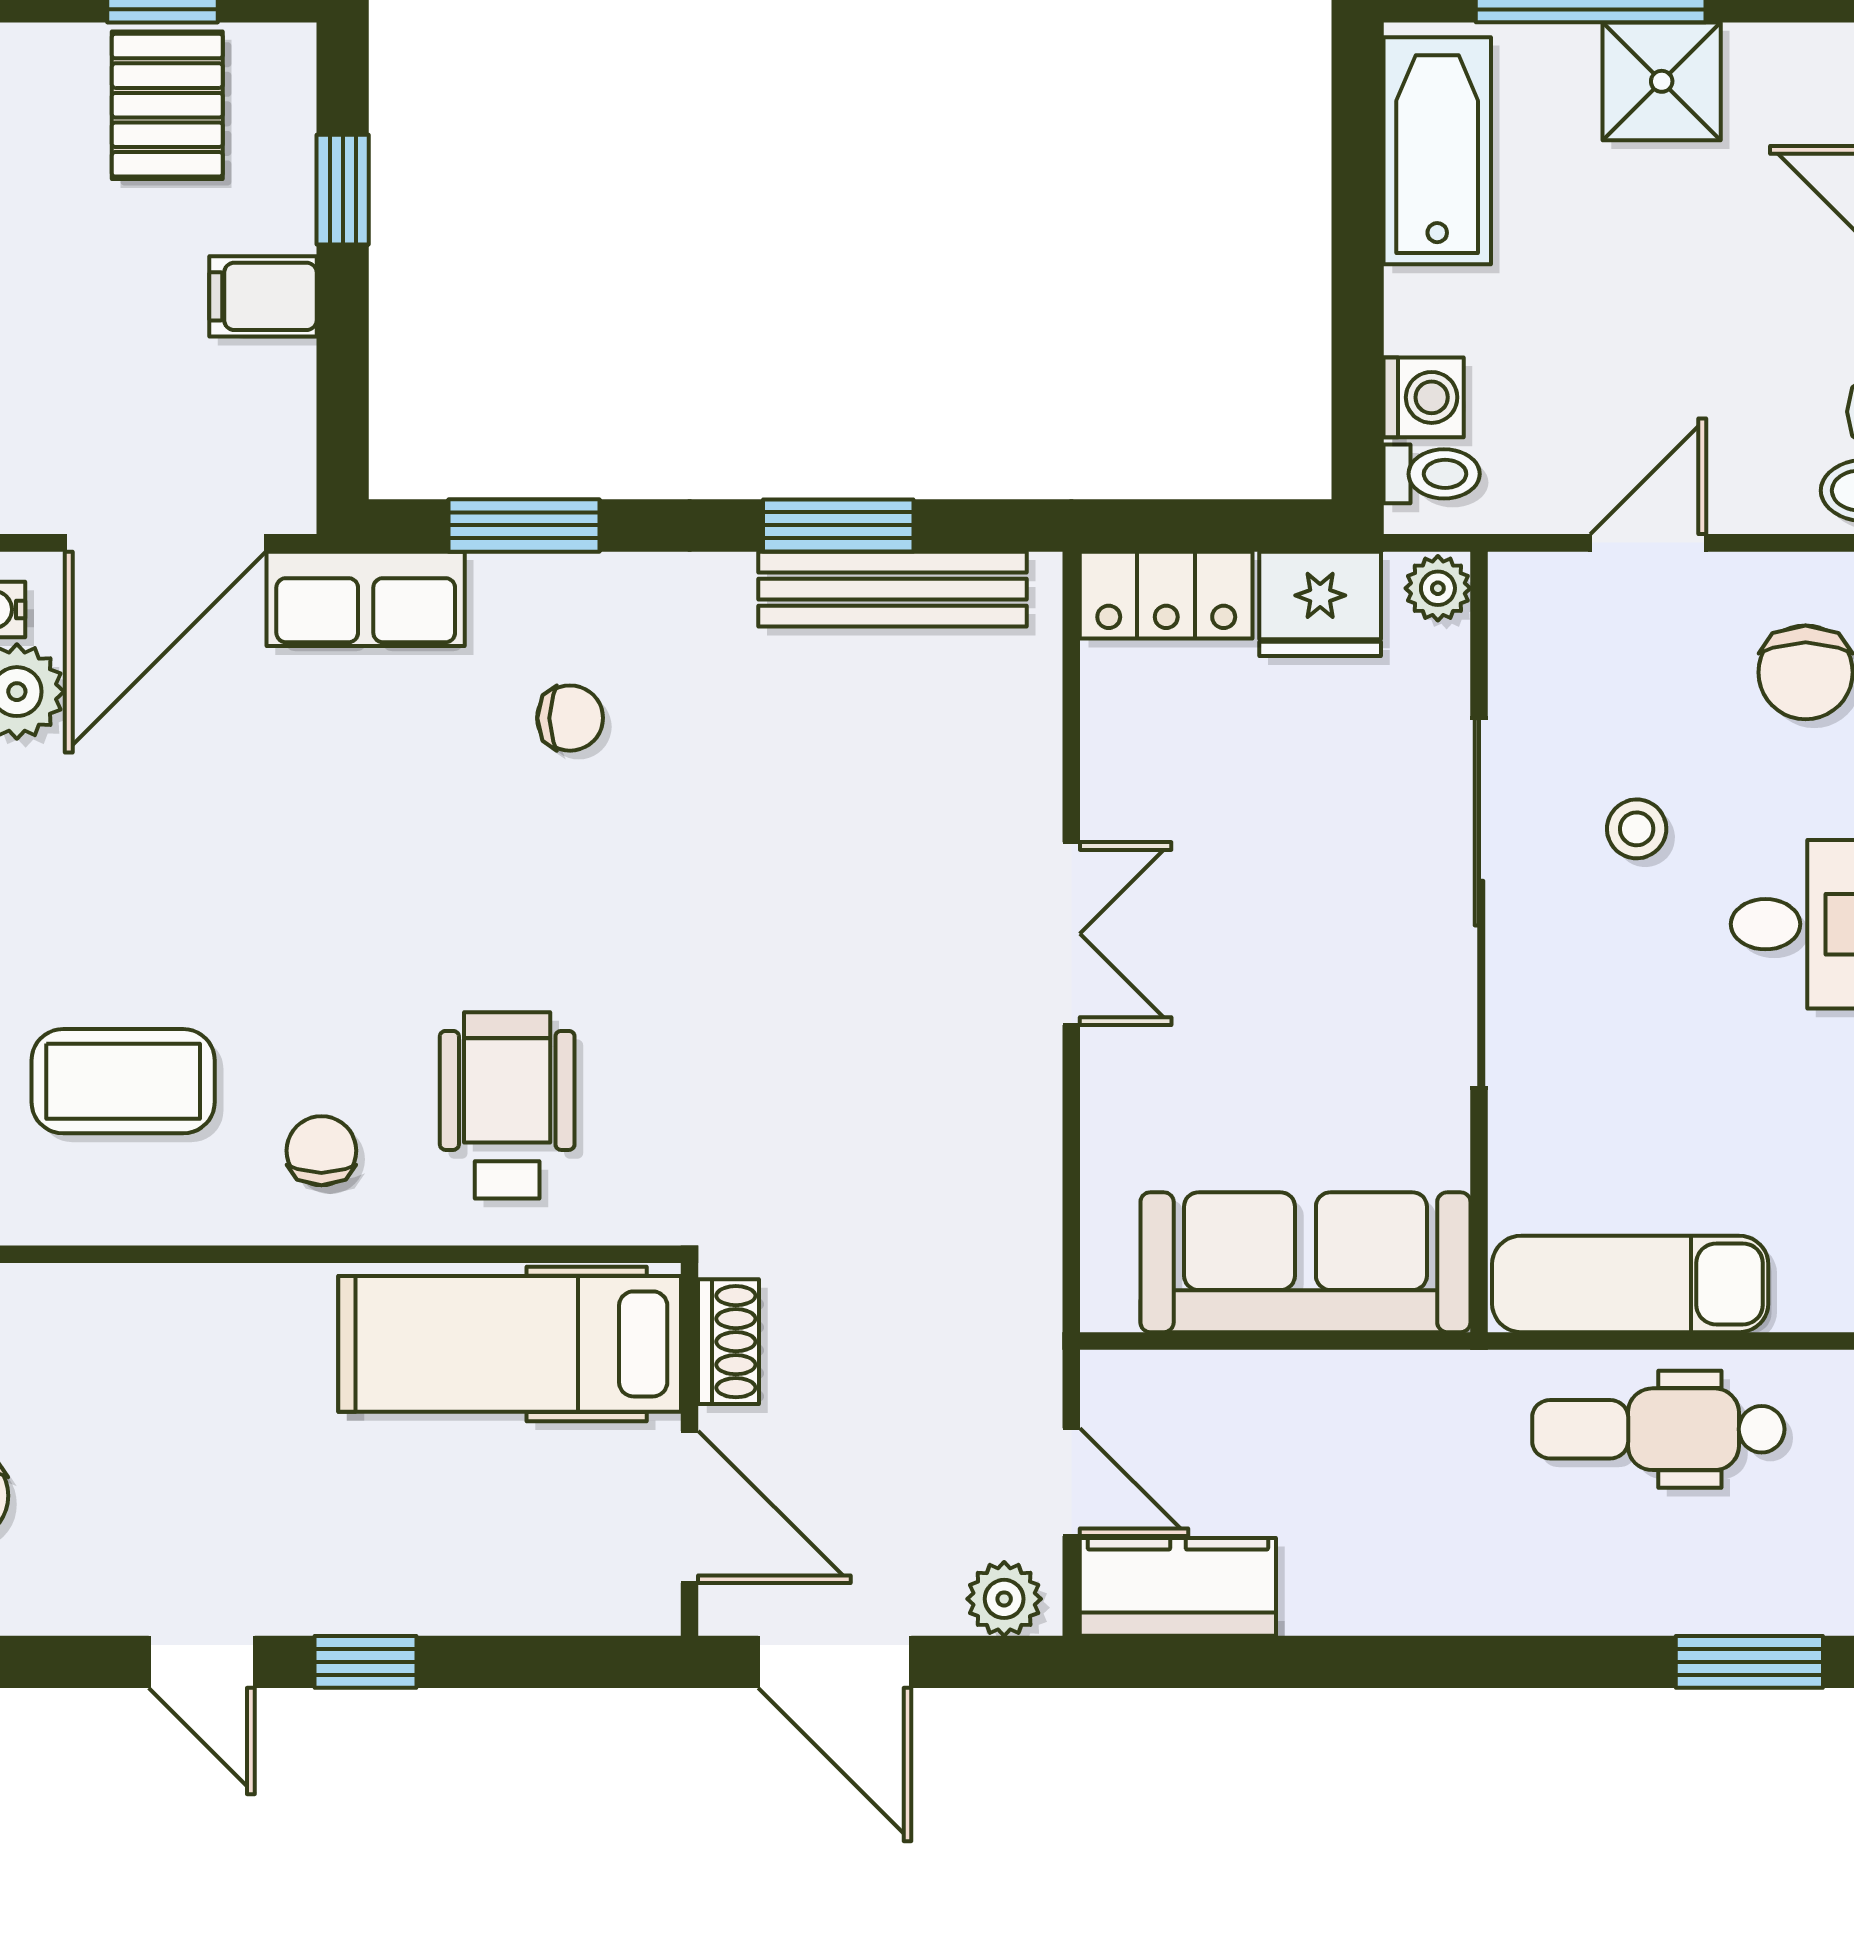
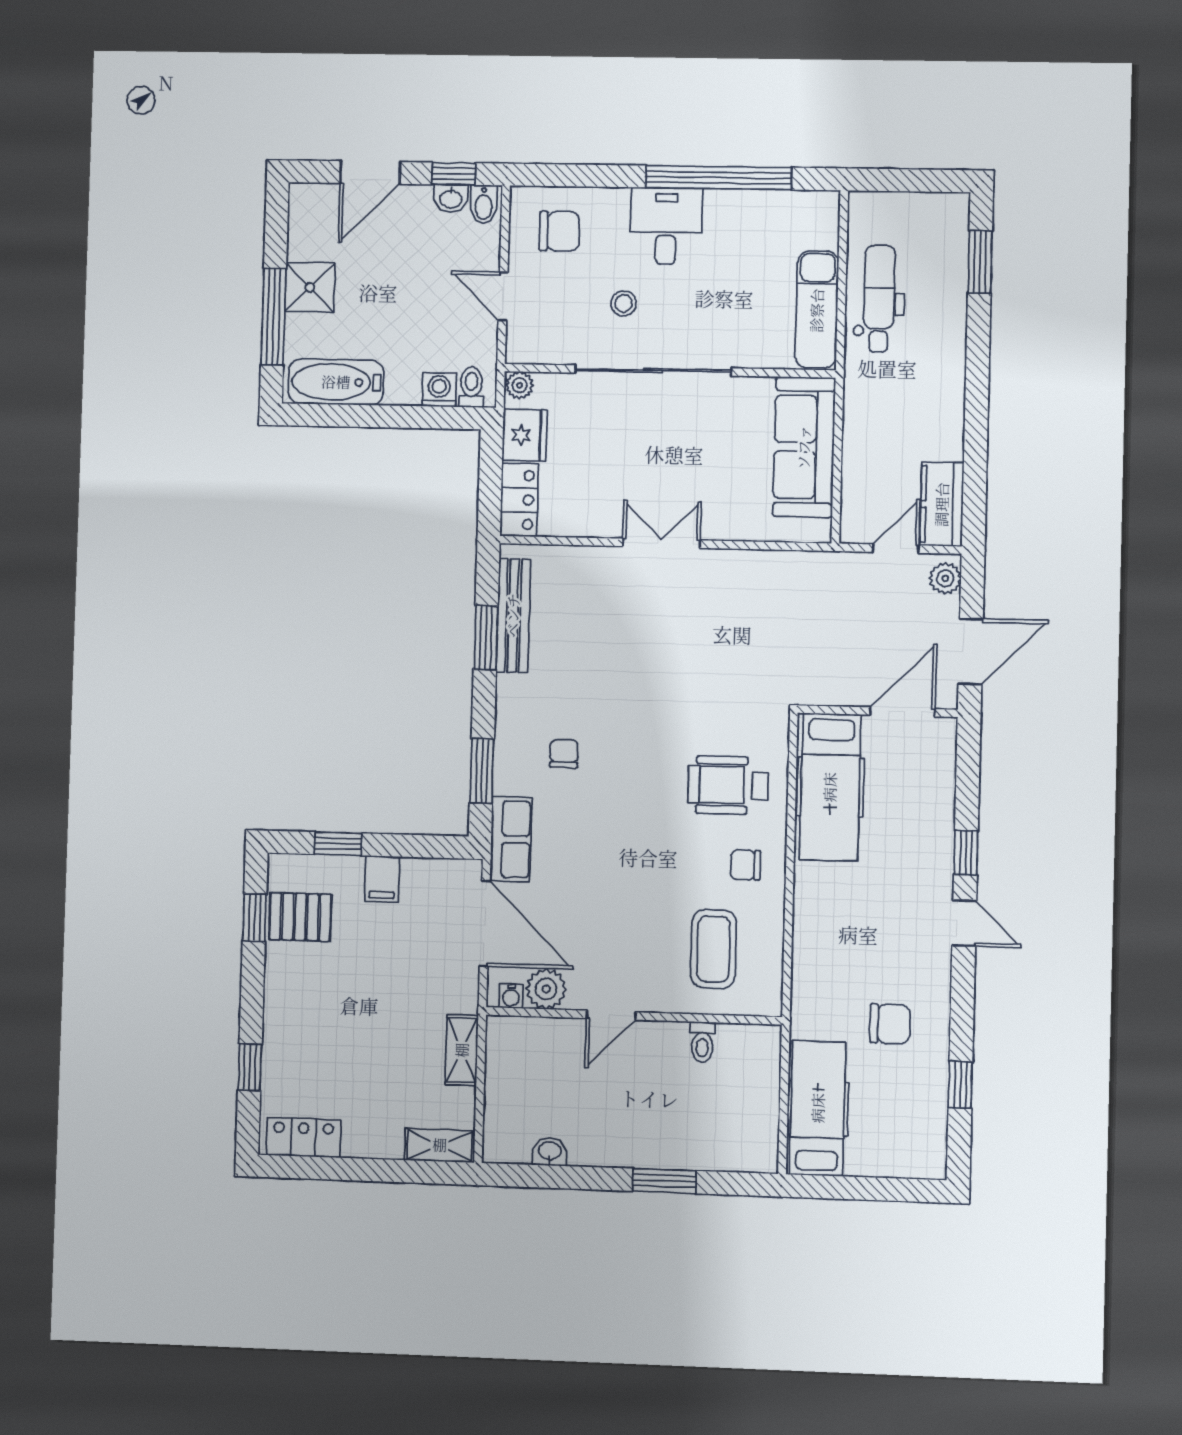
shoe rack: (729, 1342) -> (832, 693), removed
dental chair: (1658, 1429) -> (879, 299), turned 180
door: (202, 1662) -> (964, 923), hinge flipped

